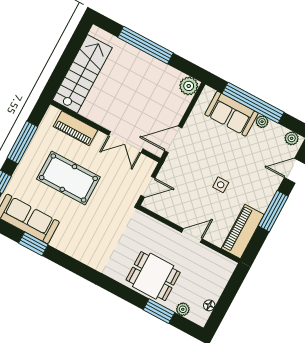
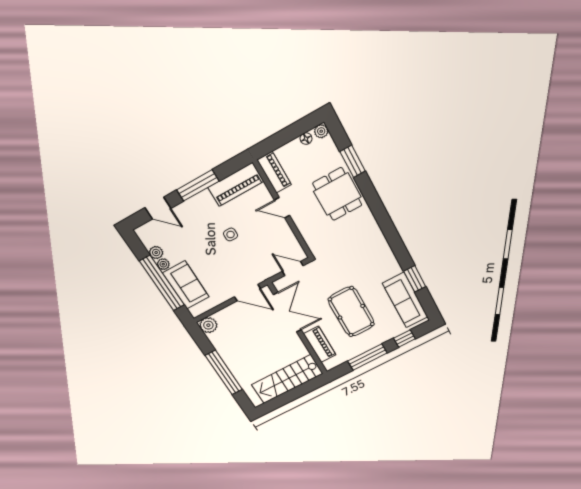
plant: (292, 138) -> (156, 253), moved
double door: (126, 142) -> (287, 312), width x1.37
piano: (217, 262) -> (274, 172), added
plant: (183, 309) -> (321, 131), moved

